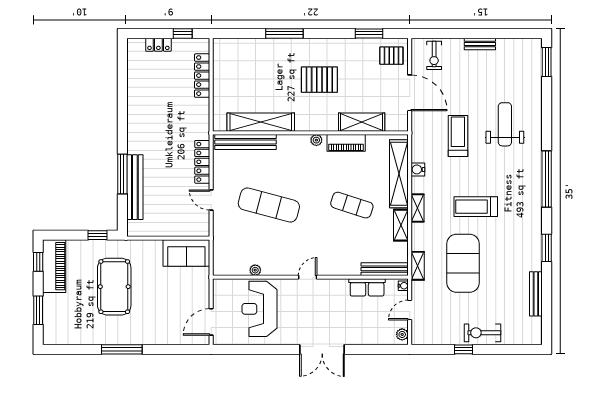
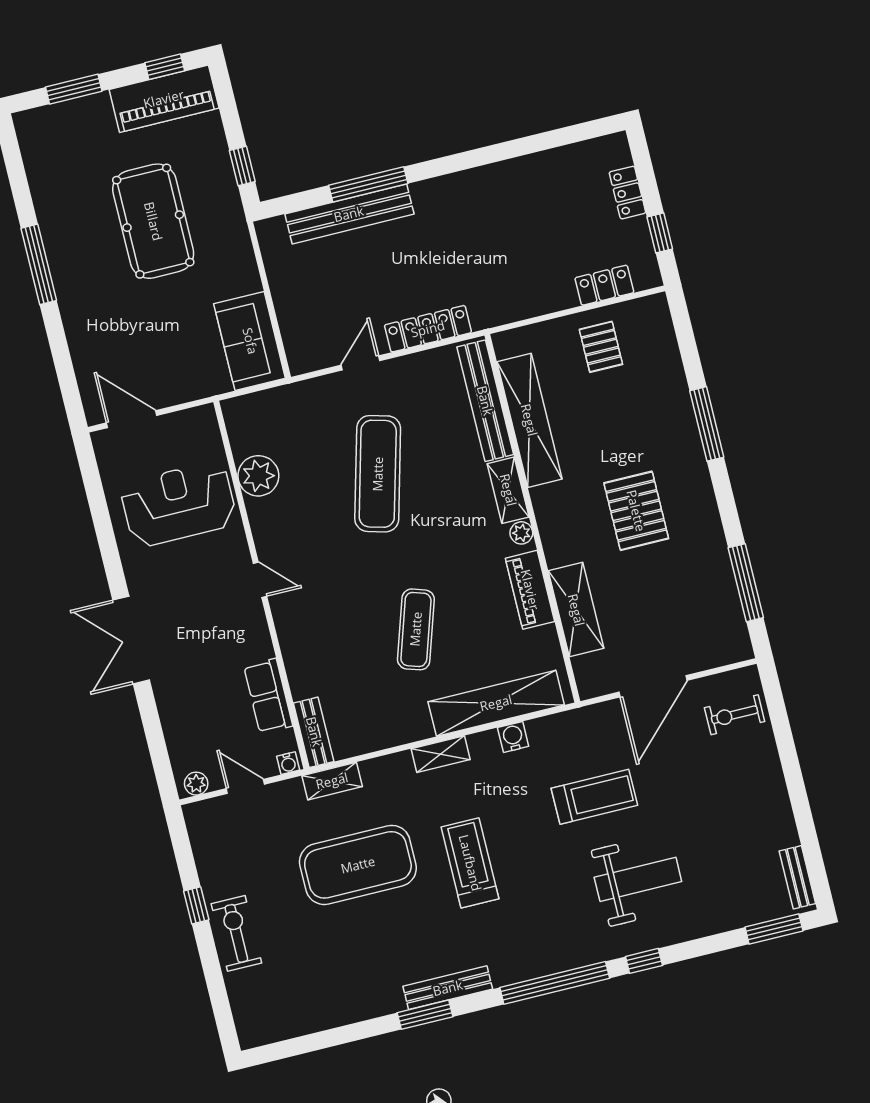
window: (369, 33) -> (746, 583), width x1.44
bench: (480, 44) -> (797, 877), moved
pallet: (391, 56) -> (601, 347), moved
locker: (202, 76) -> (604, 285), width x0.66
window: (547, 131) -> (644, 961), added
shelving: (401, 225) -> (508, 490), moved, turned 90
bench: (385, 269) -> (314, 732), width x0.73
plant: (255, 270) -> (258, 476), width x1.88, depth x1.88
pool table: (114, 287) -> (153, 221), turned 90
bench: (536, 294) -> (448, 988), moved

